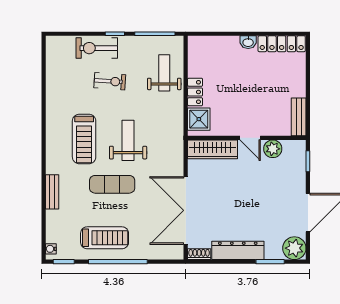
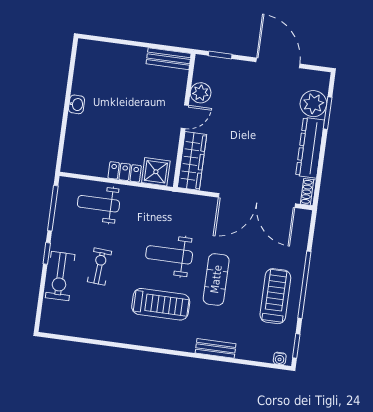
locker: (282, 44) -> (83, 67), removed
plant: (294, 248) -> (313, 104), moved

